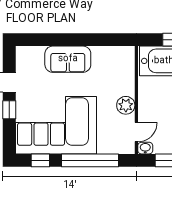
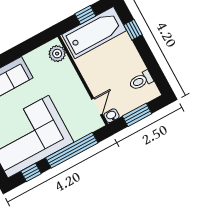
plant: (126, 105) -> (57, 54), moved

